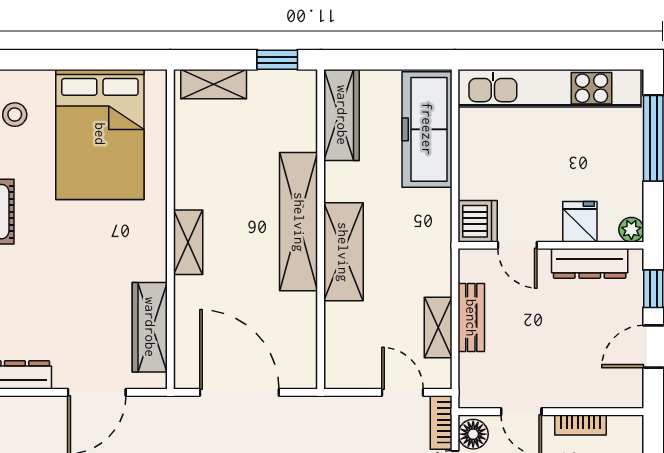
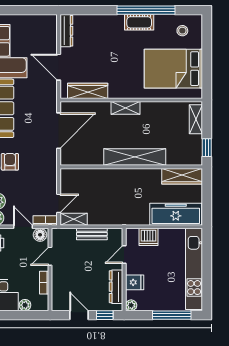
dishwasher: (478, 221) -> (148, 237), moved
shelving: (343, 252) -> (121, 177), removed
shelving: (438, 327) -> (74, 219), moved

